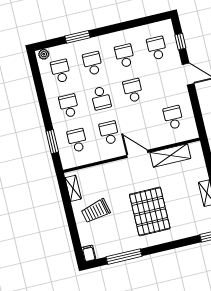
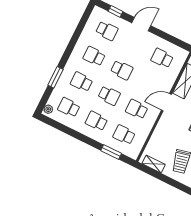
school desk: (157, 48) -> (107, 31), turned 180
school desk: (133, 90) -> (122, 70), turned 180

